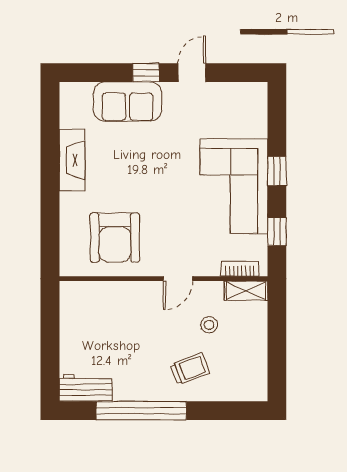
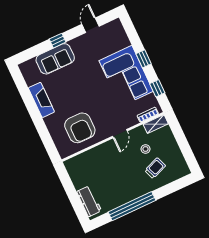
door: (192, 73) -> (91, 25), moved
trolley: (190, 369) -> (155, 168), moved
workbench: (86, 388) -> (89, 201), moved, turned 90

